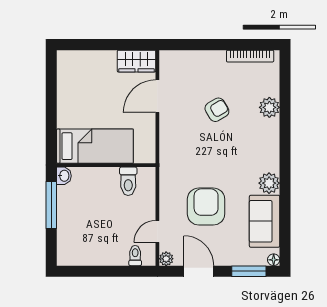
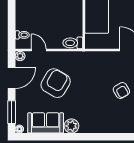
plant: (269, 107) -> (123, 126), removed
toilet: (128, 181) -> (73, 43), moved
armchair: (206, 207) -> (56, 83), turned -60

